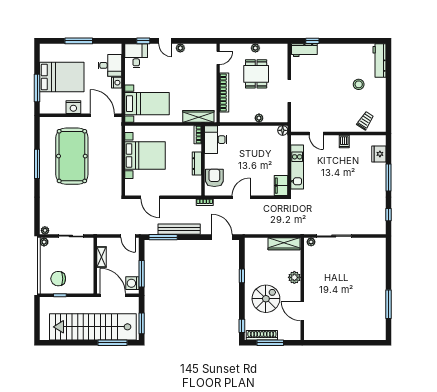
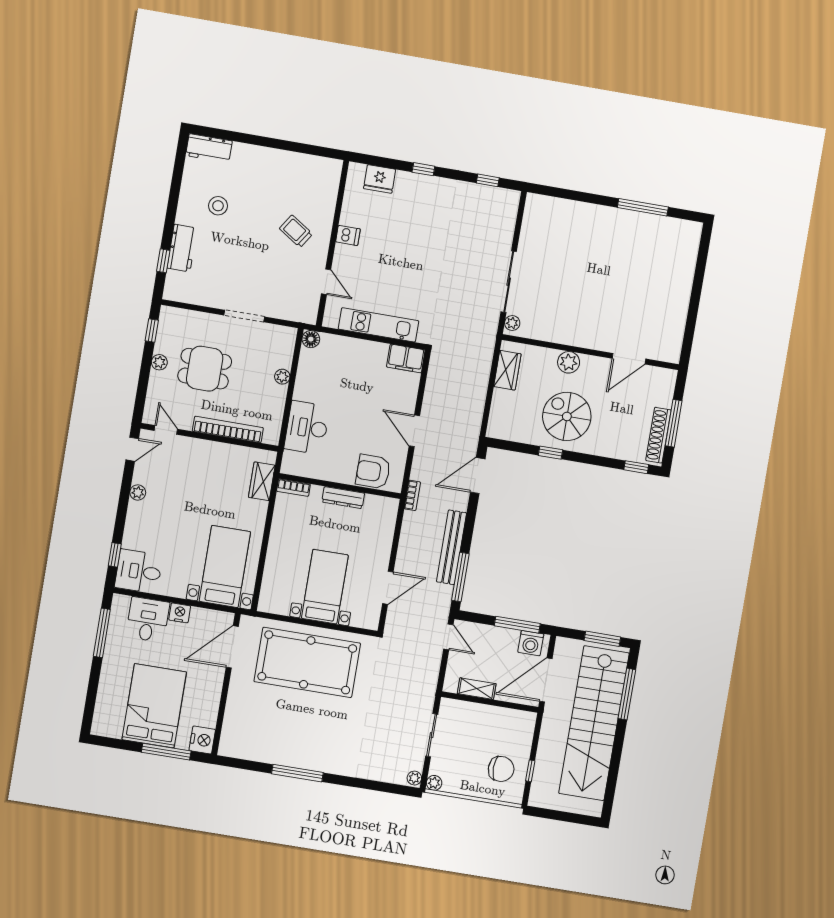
window: (79, 41) -> (102, 633), moved
door: (165, 41) -> (132, 449), moved
window: (272, 41) -> (152, 331), added
workbench: (304, 50) -> (182, 248), moved
workbench: (379, 61) -> (209, 148), width x0.73
stool: (359, 84) -> (218, 206), moved
nightstand: (73, 107) -> (202, 740), moved
wardrobe: (198, 116) -> (262, 481), width x0.67
trolley: (365, 121) -> (296, 231), moved
door: (316, 134) -> (326, 282), hinge flipped
desk: (216, 140) -> (307, 428), moved, turned 90
bed with nightstands: (145, 155) -> (325, 587), width x0.73
pool table: (72, 156) -> (307, 662), moved
window: (388, 178) -> (423, 169), width x0.46
door: (128, 236) -> (448, 637), hinge flipped
wardrobe: (284, 244) -> (507, 370), width x0.67
chair: (58, 279) -> (501, 769), turned -90
spiral stairs: (266, 299) -> (567, 416), moved

